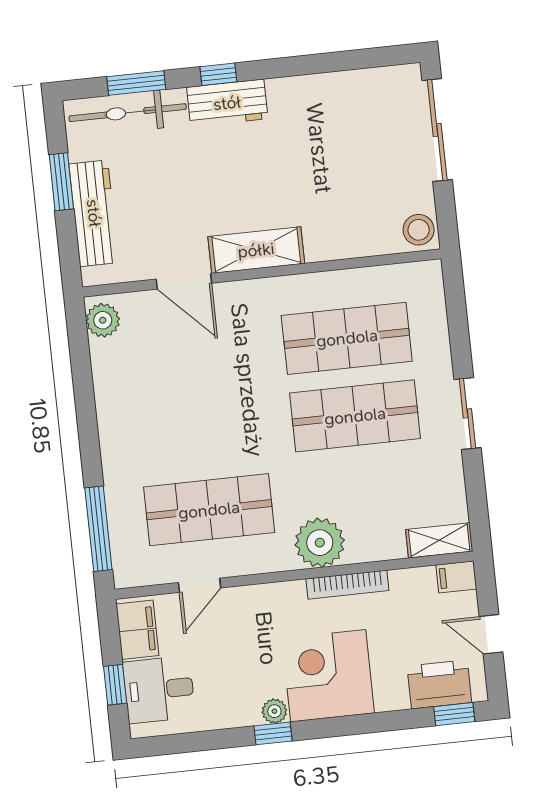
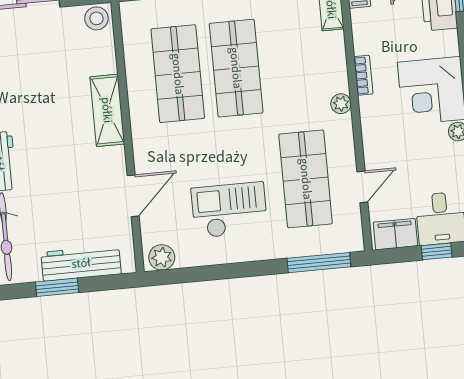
shelving: (256, 250) -> (107, 110), moved
checkout: (167, 409) -> (229, 210), added
plant: (320, 543) -> (341, 104), width x0.53, depth x0.53
door: (199, 585) -> (362, 187), hinge flipped
bookcase: (347, 585) -> (363, 75), width x0.64

